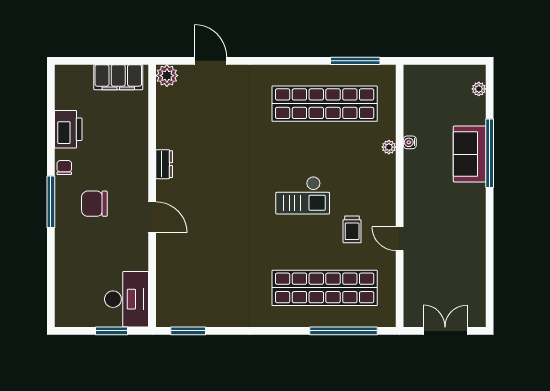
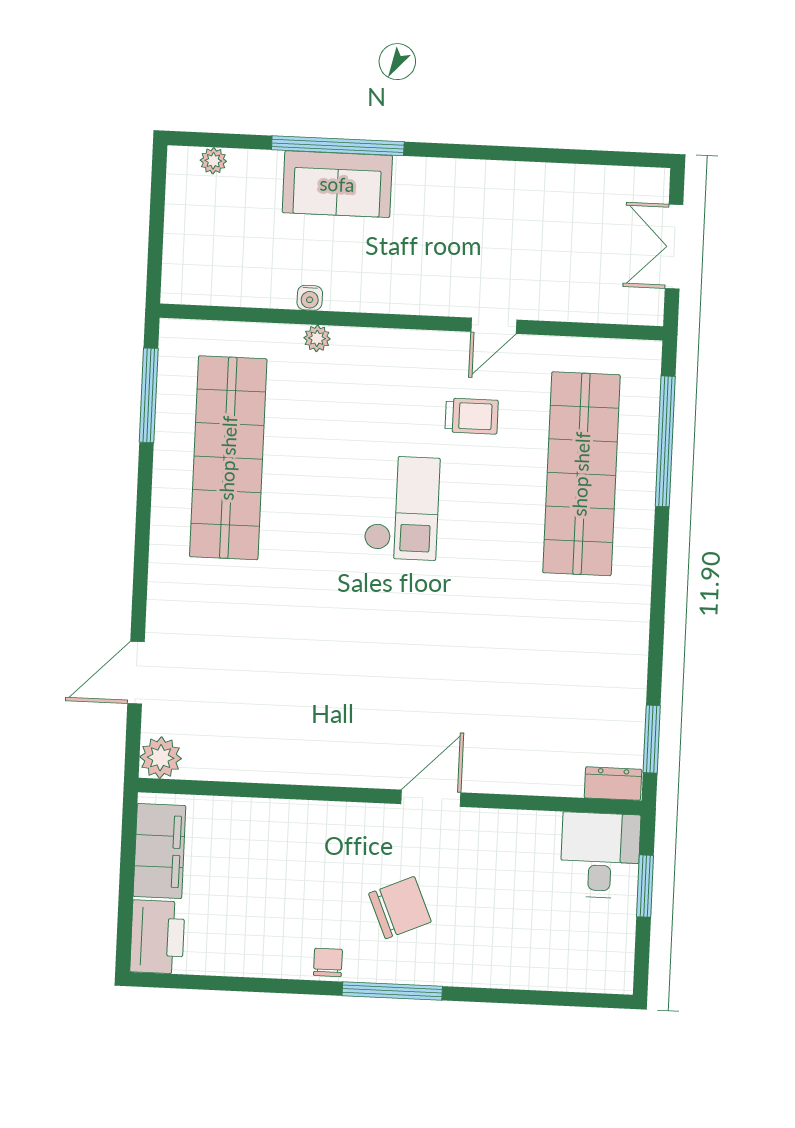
printer: (68, 129) -> (157, 937), moved, turned 90
dresser: (164, 164) -> (613, 784), moved
chair: (64, 168) -> (328, 962), turned 90
chair: (94, 204) -> (400, 908), turned -113
desk: (127, 299) -> (600, 855), width x0.73

